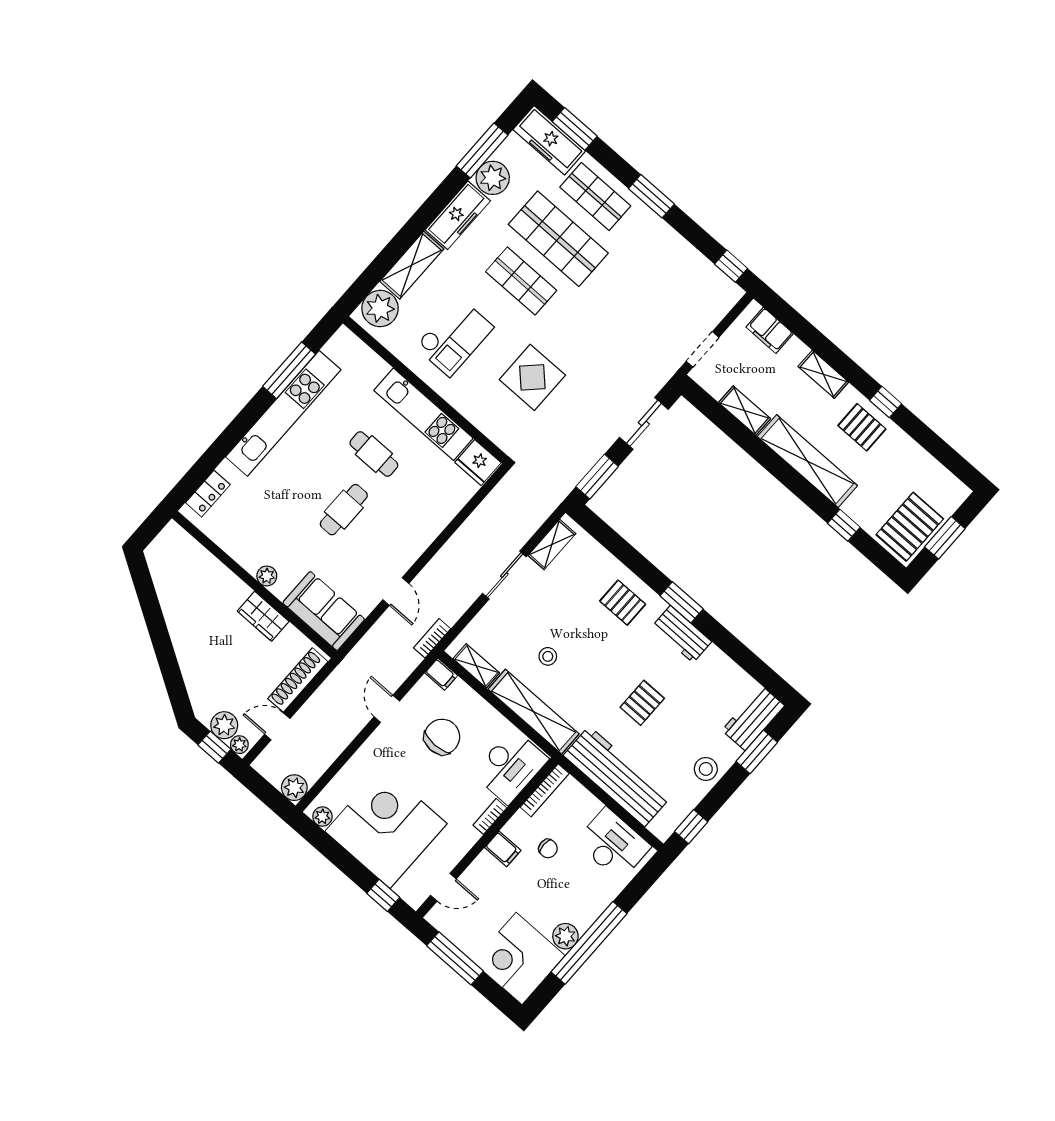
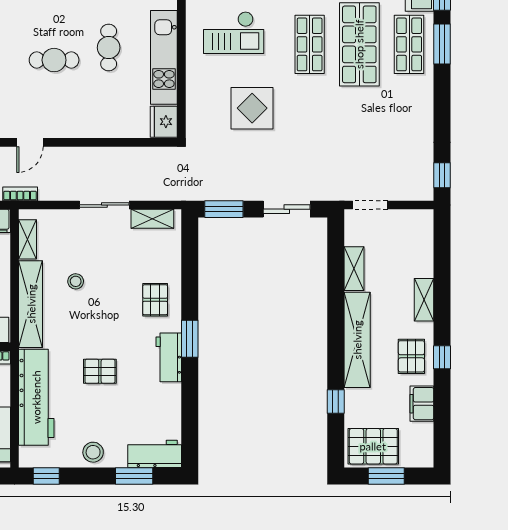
window: (651, 196) -> (442, 44), moved
filing cabinet: (770, 330) -> (422, 404), moved

